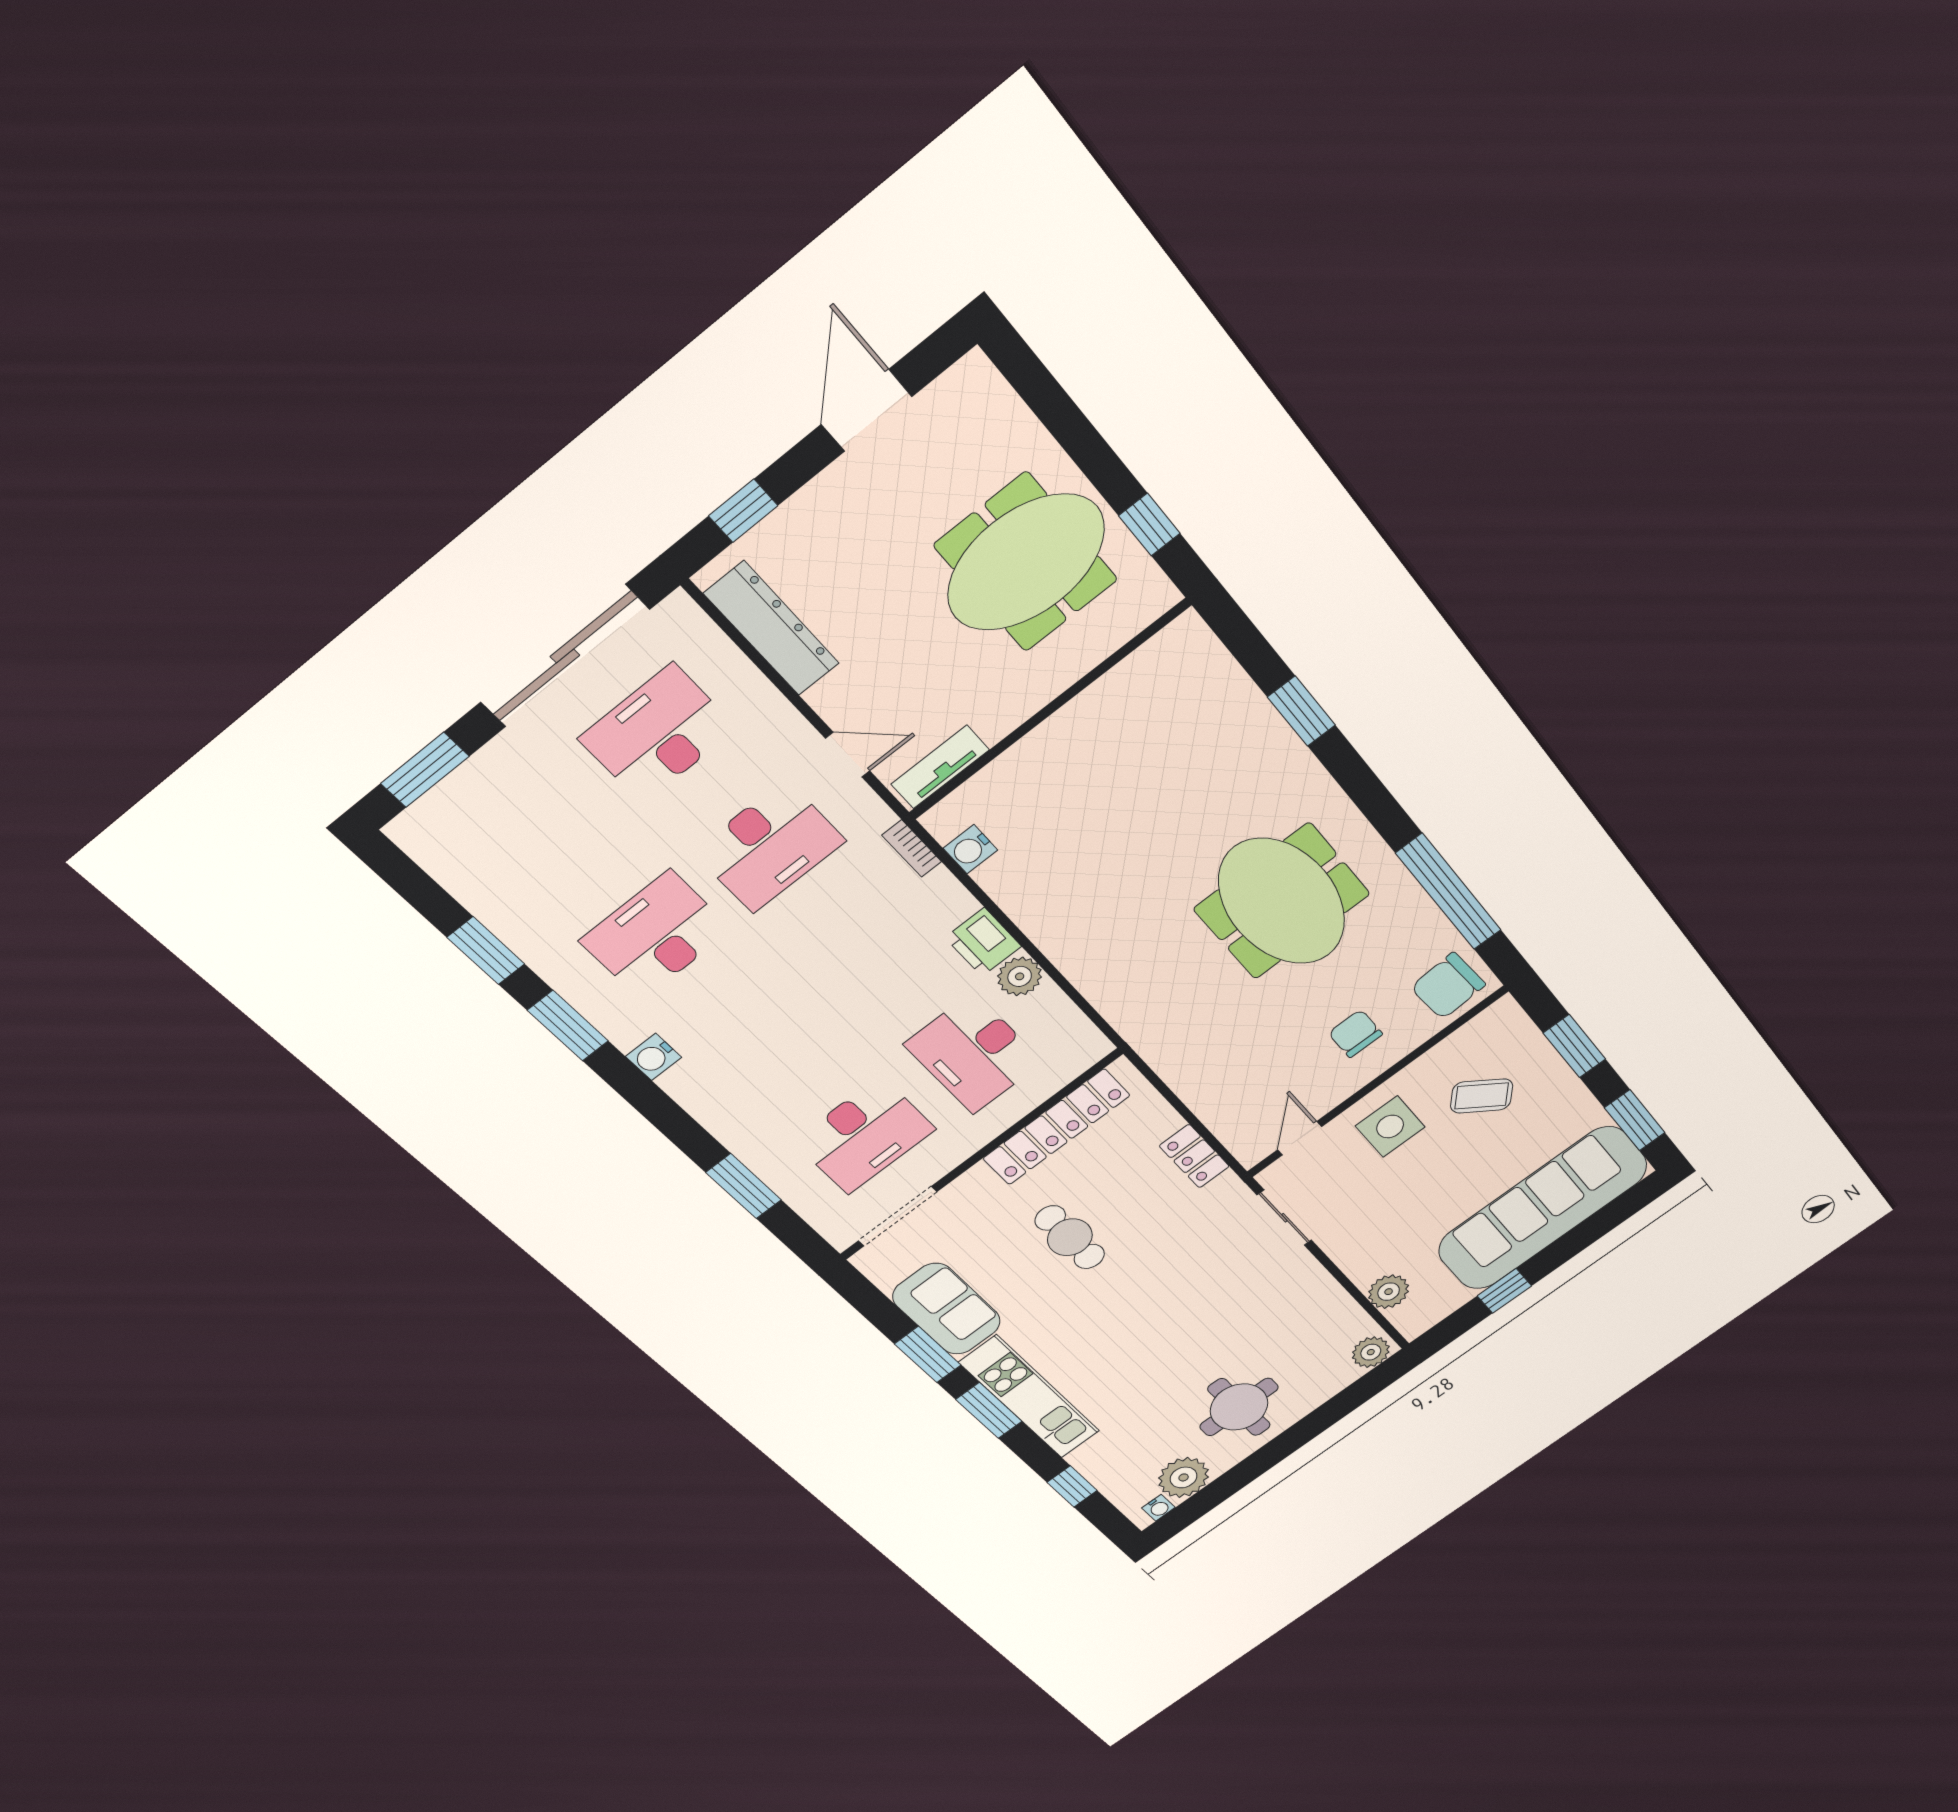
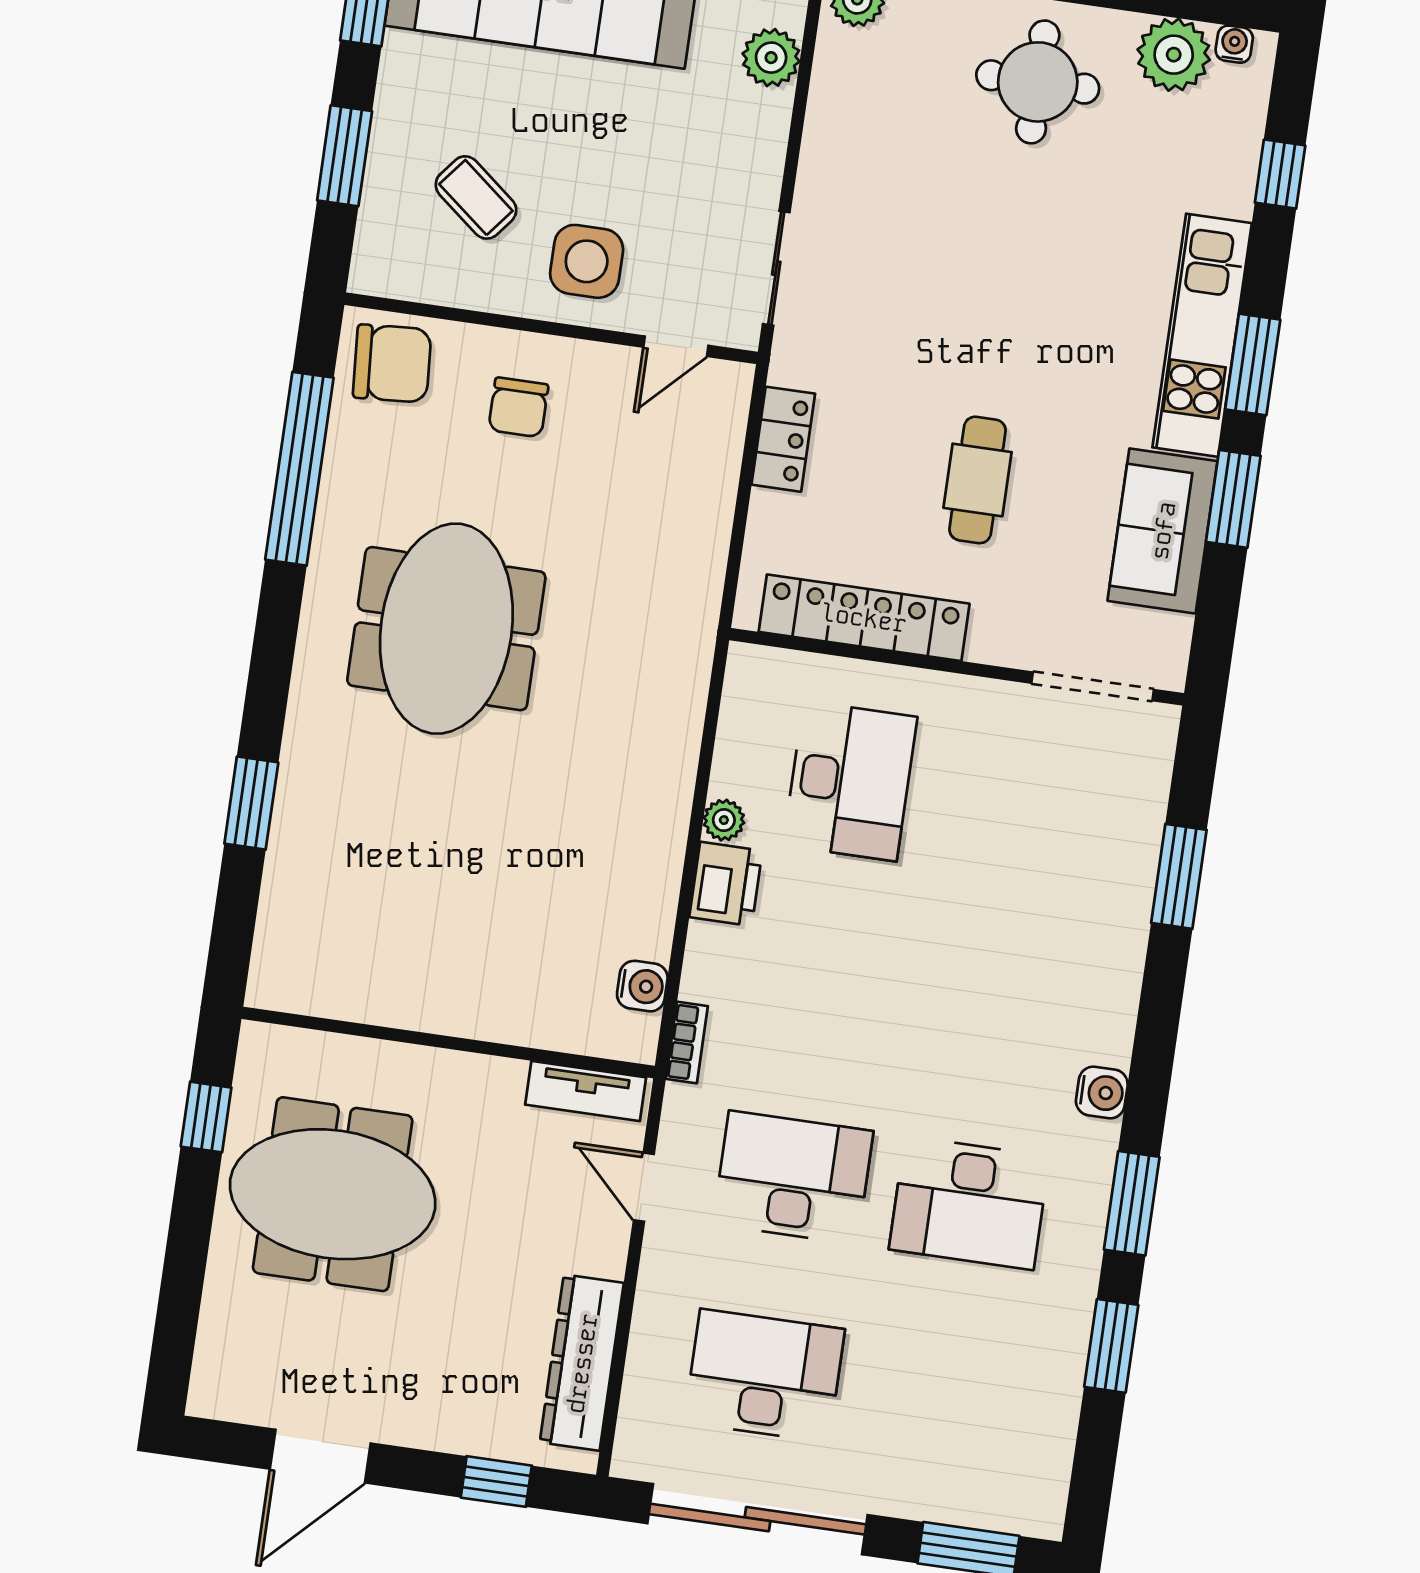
desk: (658, 733) -> (764, 1376), turned 180
plant: (1020, 976) -> (724, 820), width x0.73, depth x0.73
desk: (864, 1135) -> (1026, 806), removed

